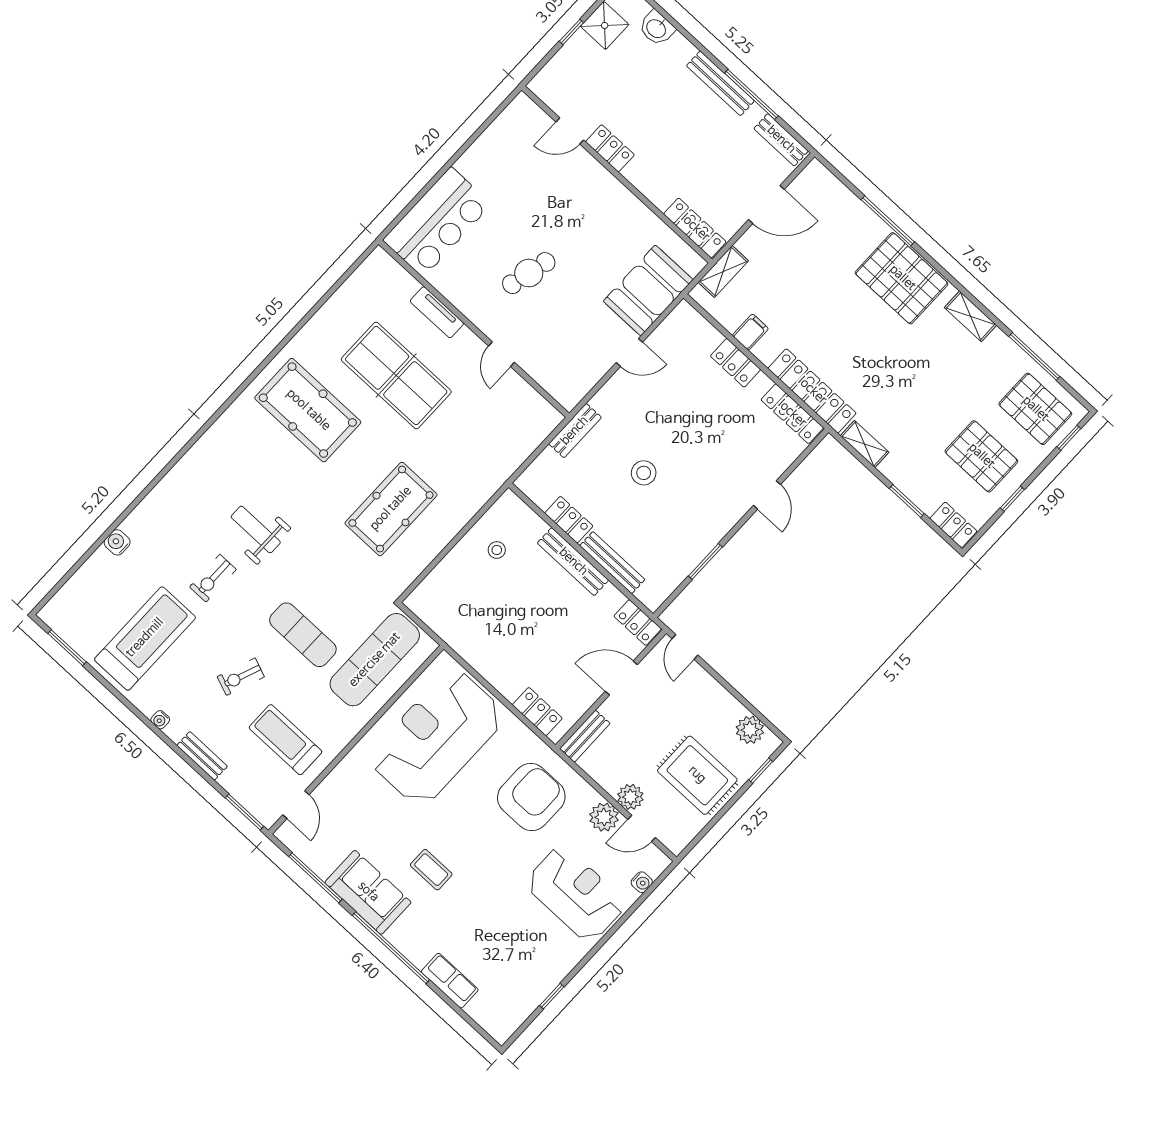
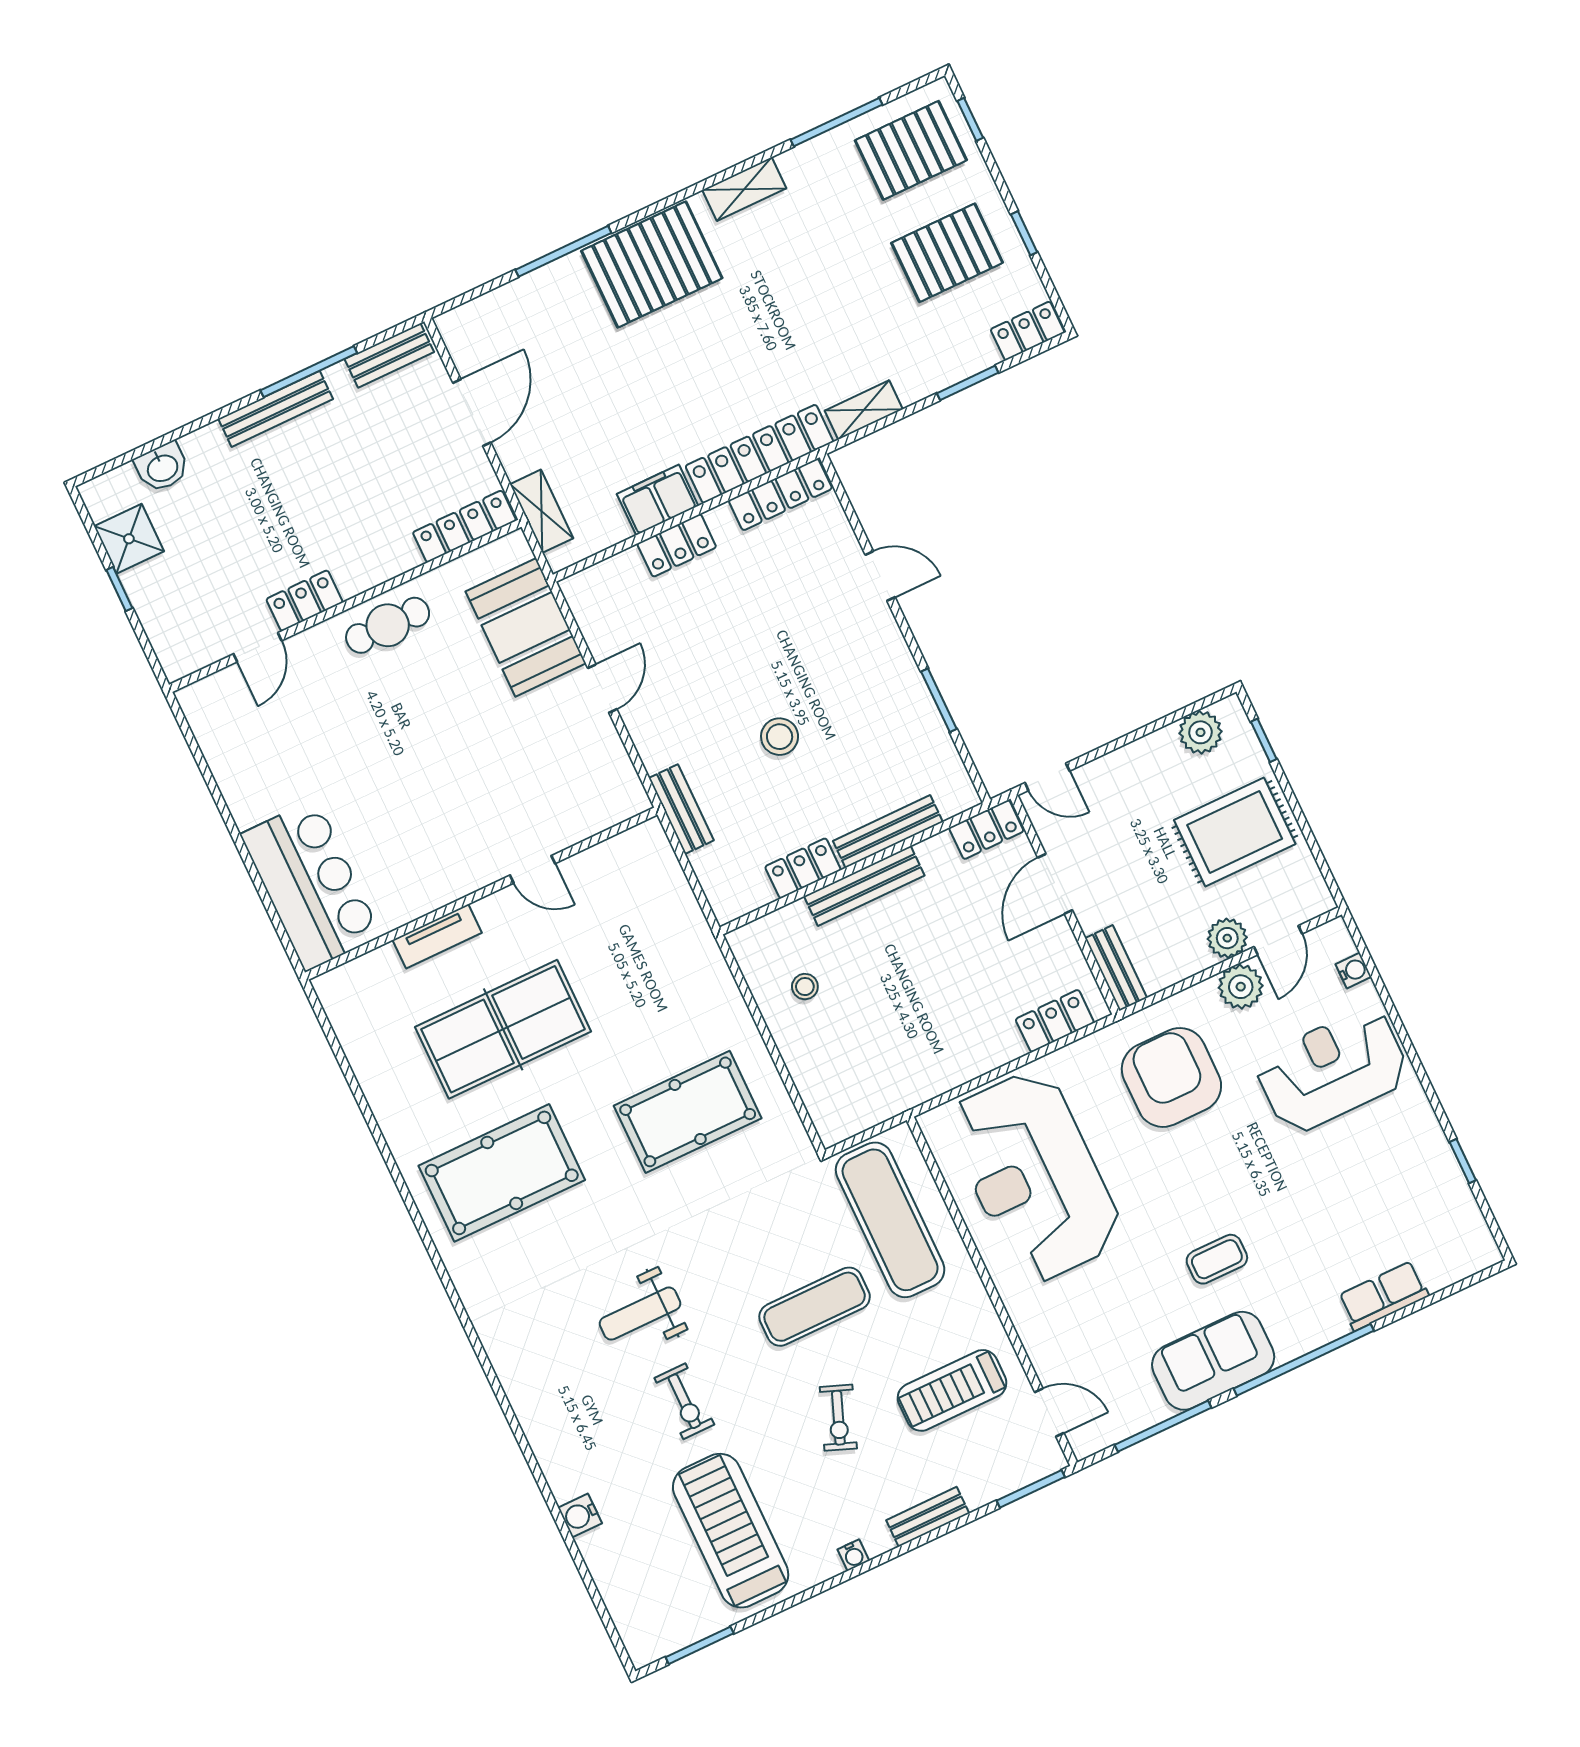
cafe table: (529, 273) -> (388, 625), moved, turned 76
filing cabinet: (750, 332) -> (658, 500), width x2.00
pool table: (391, 509) -> (688, 1112), turned 90

